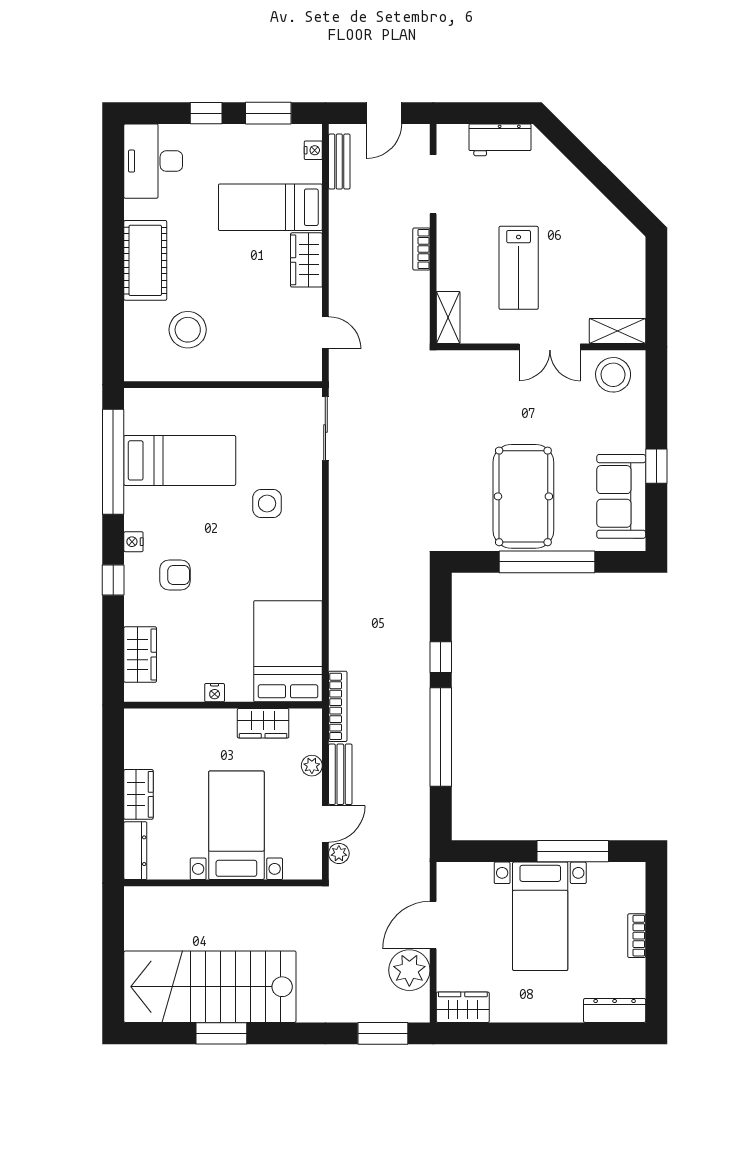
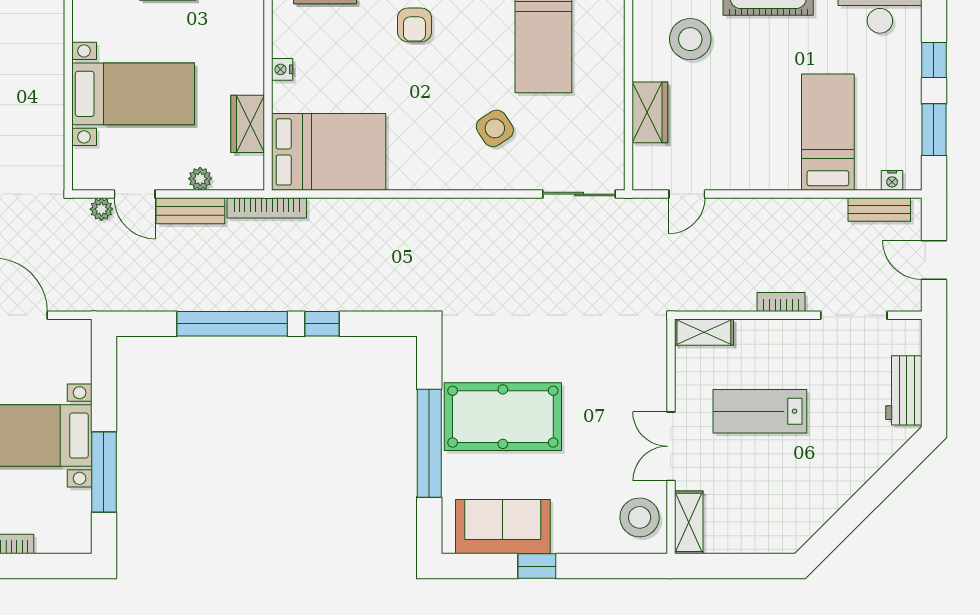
wardrobe: (306, 260) -> (650, 112), moved, turned 90
side table: (267, 503) -> (495, 128), turned -34

